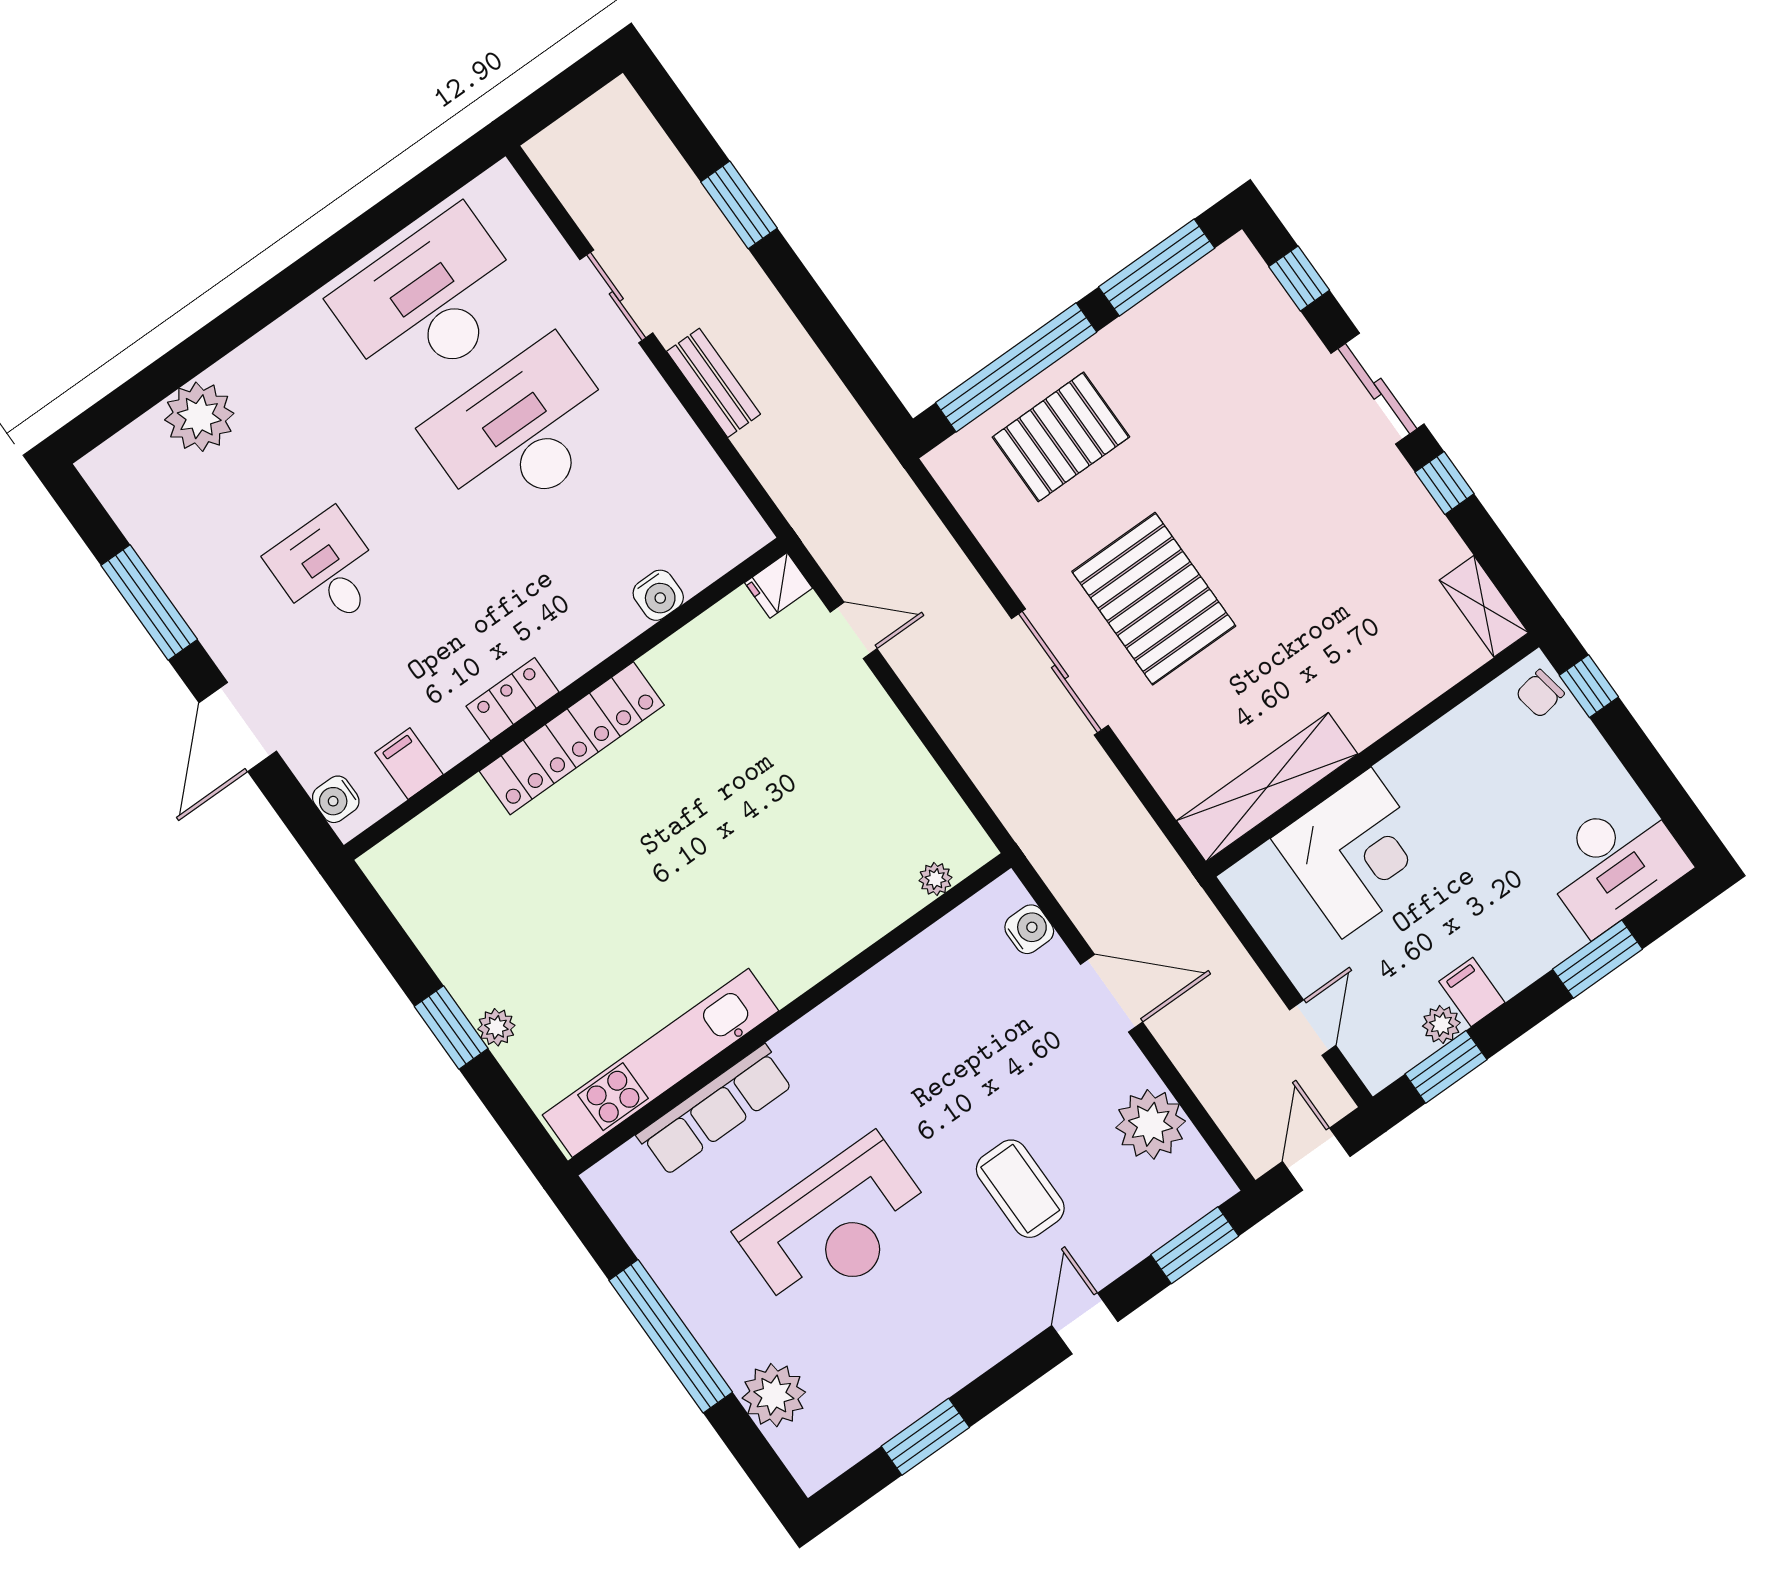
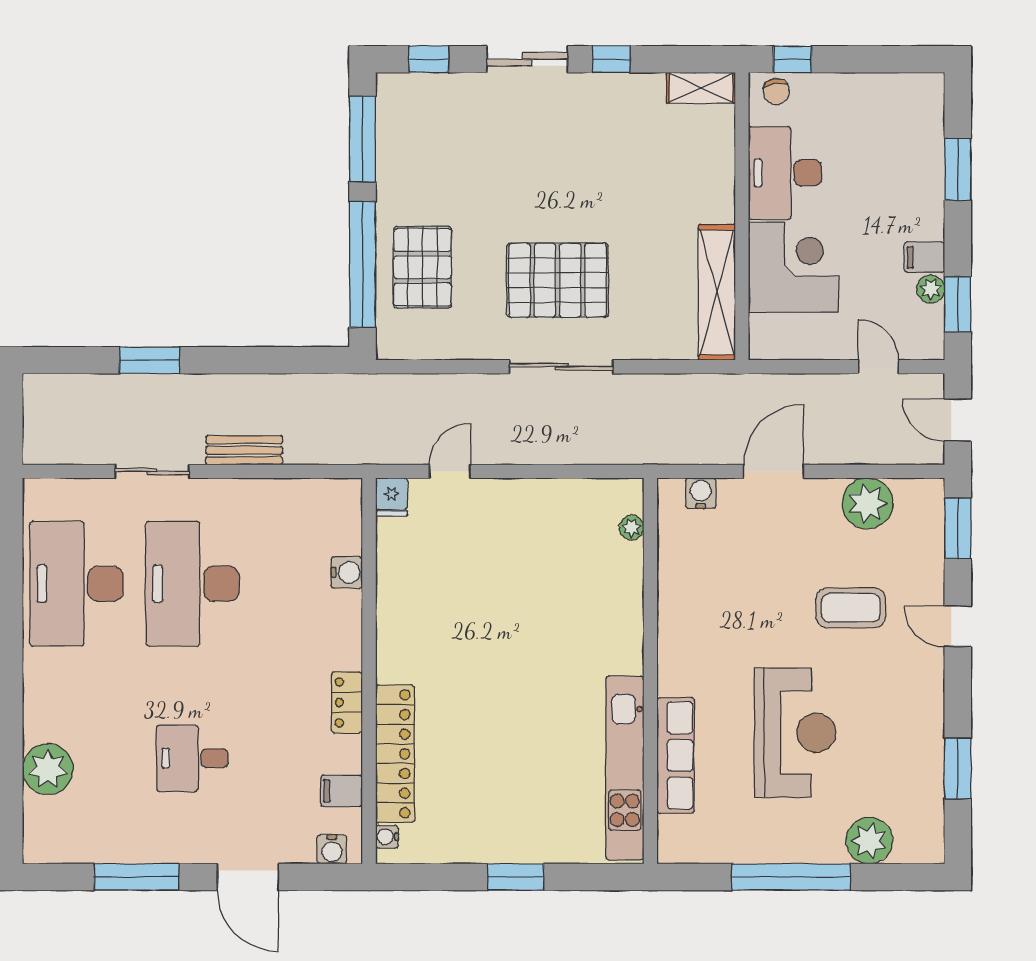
locker: (572, 738) -> (395, 754), moved
water cooler: (394, 851) -> (387, 837), added
desk: (1614, 863) -> (785, 173), moved, turned 180
plant: (496, 1027) -> (535, 850), removed

